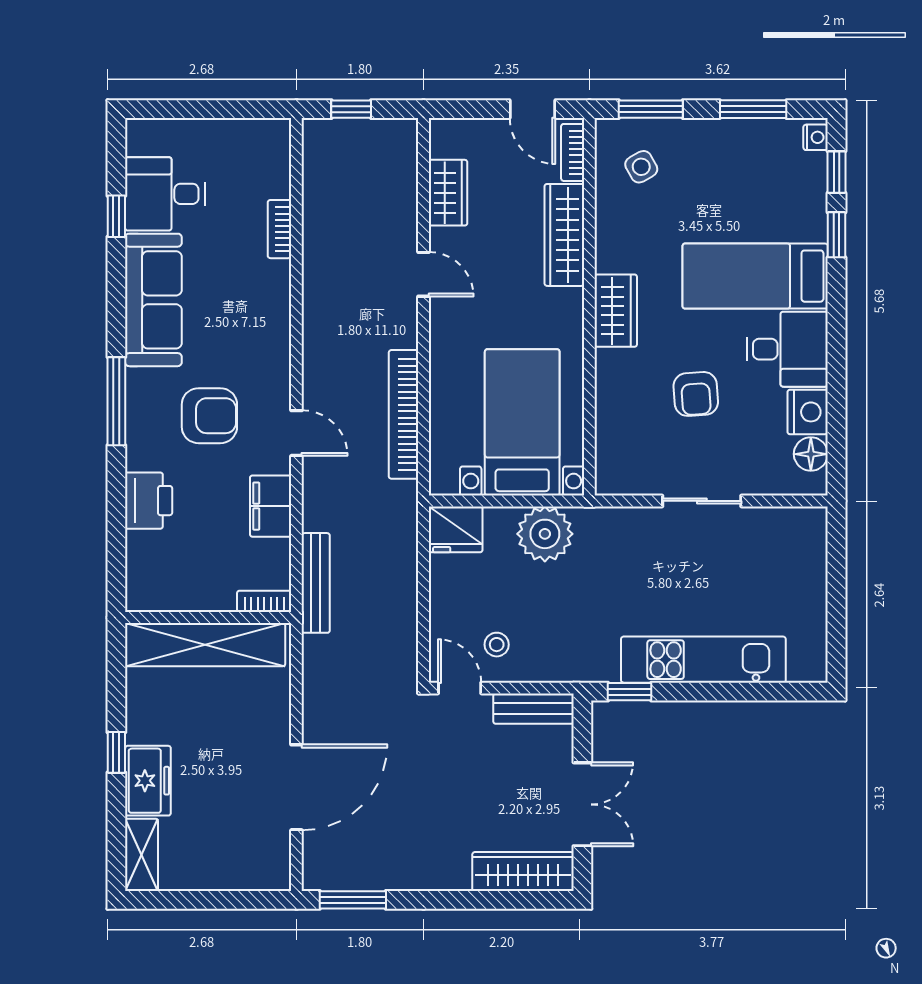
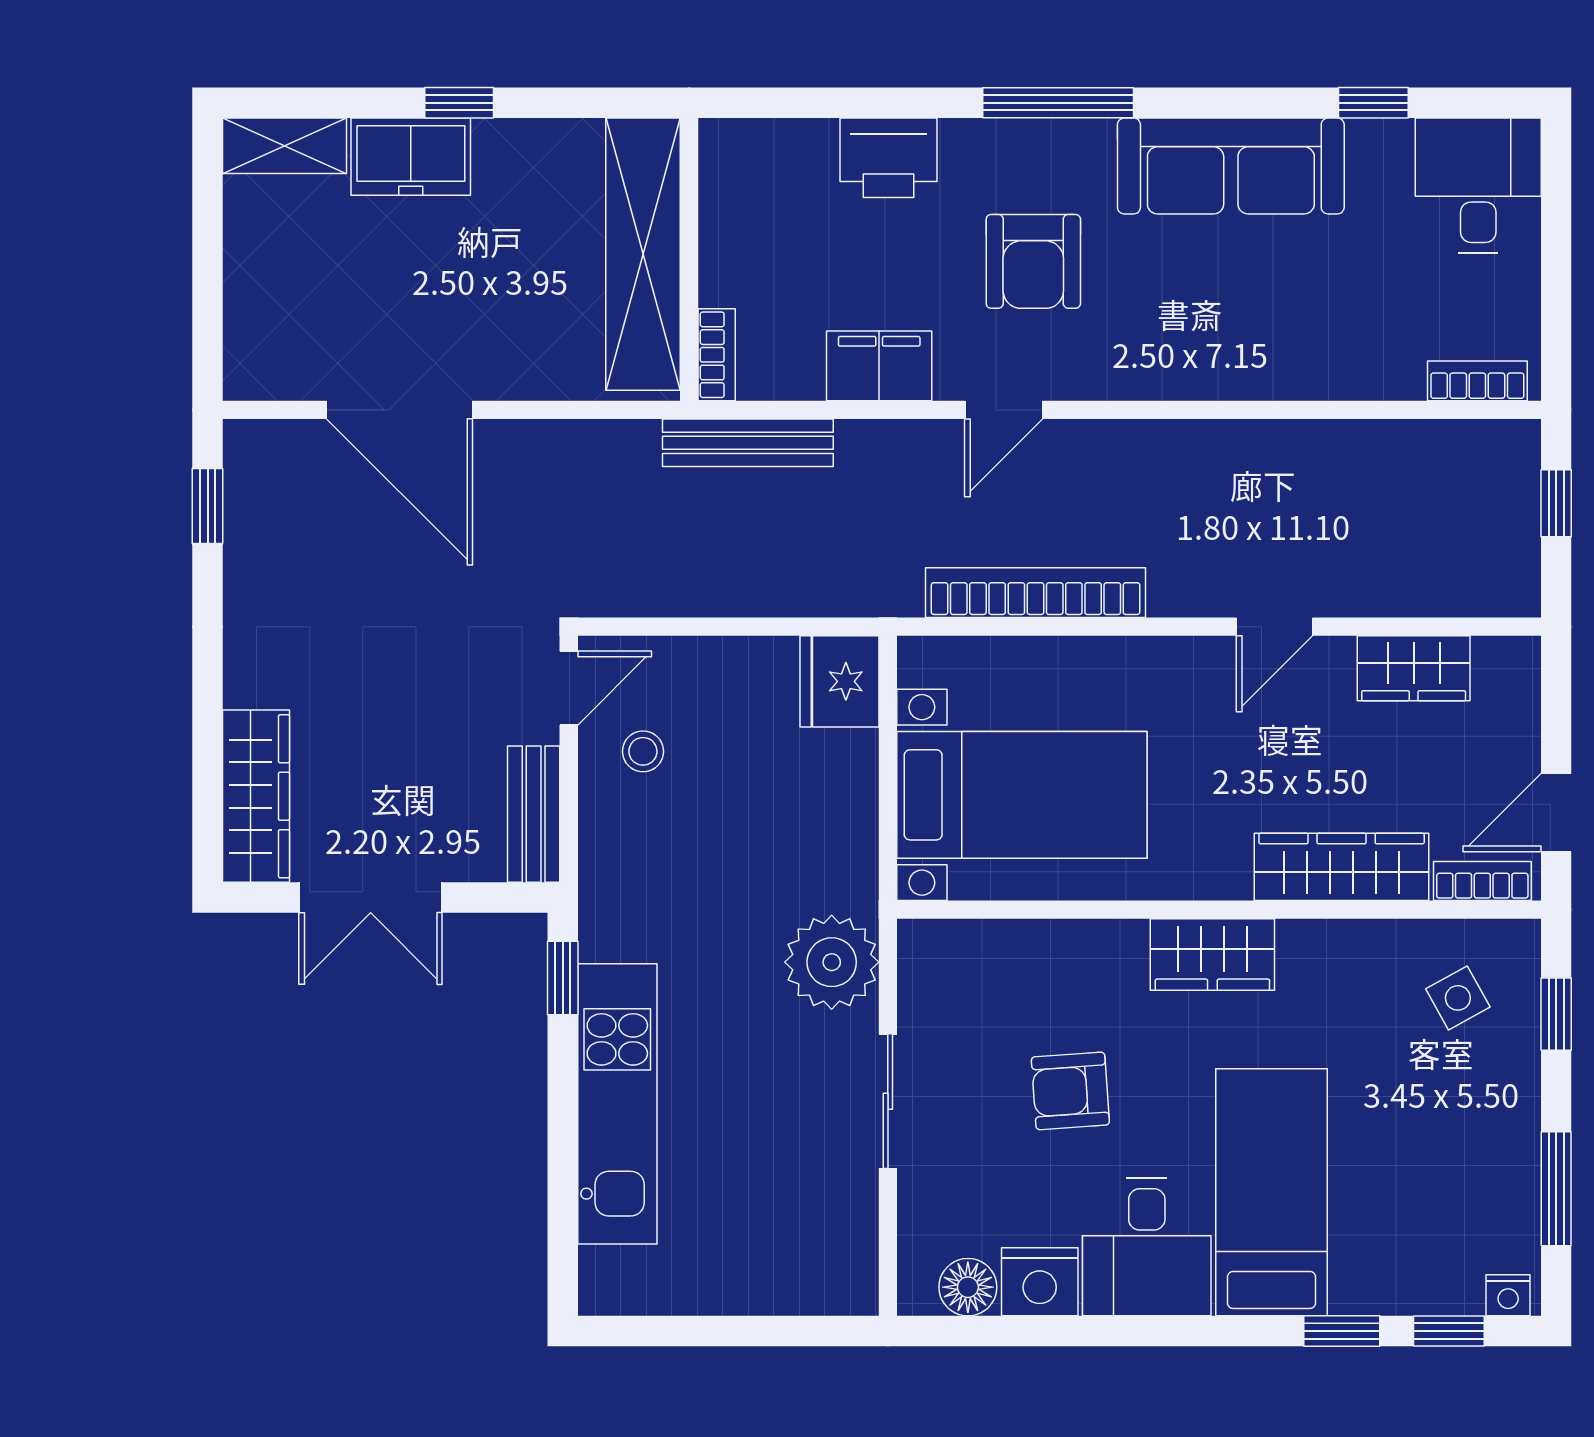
window: (651, 109) -> (1556, 1014), width x0.67
desk: (165, 194) -> (1478, 186), moved
bookcase: (279, 229) -> (1477, 381), moved
plant: (545, 534) -> (832, 962), moved
window: (353, 900) -> (208, 506), width x0.67

